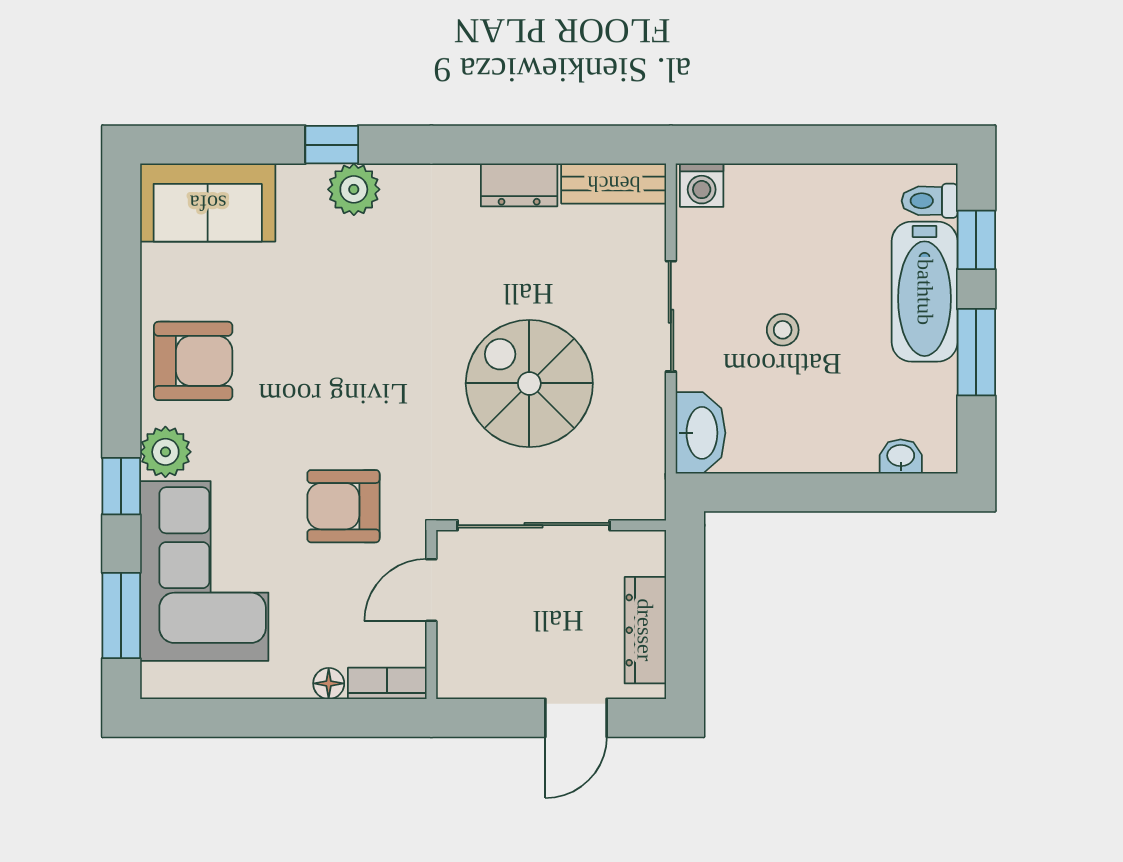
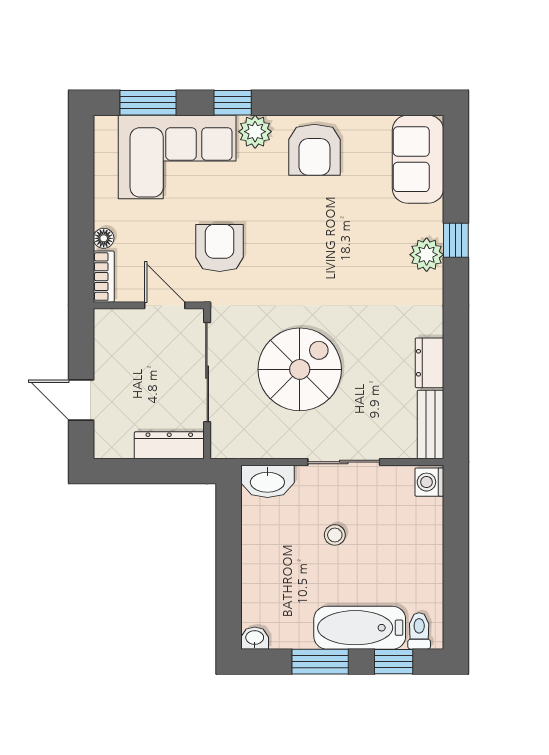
washbasin: (901, 456) -> (255, 638), moved, turned -90
dresser: (645, 630) -> (169, 445), moved

